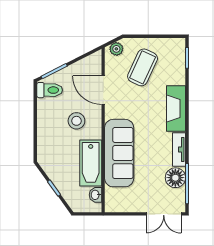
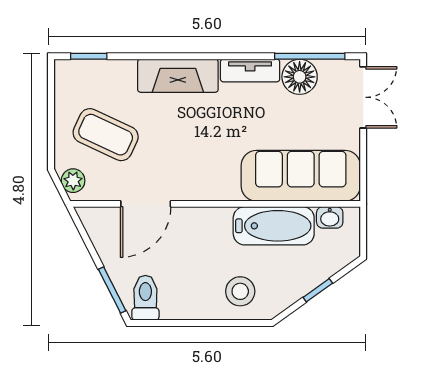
stool: (76, 121) -> (240, 291), moved
sofa: (119, 153) -> (301, 176), moved

